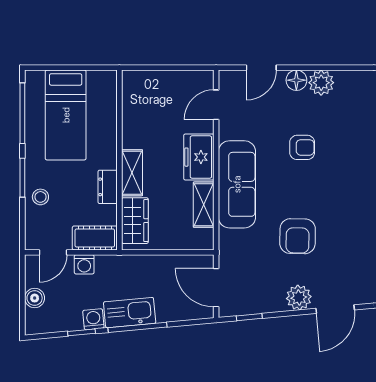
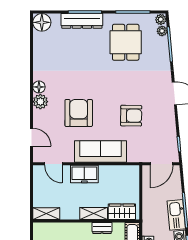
floor lamp: (296, 80) -> (39, 87), moved
armchair: (302, 147) -> (79, 113), width x1.88, depth x1.88
shelving: (204, 205) -> (46, 214), moved
plant: (299, 298) -> (167, 115), removed

